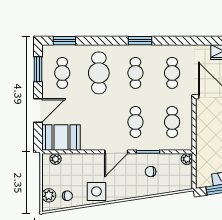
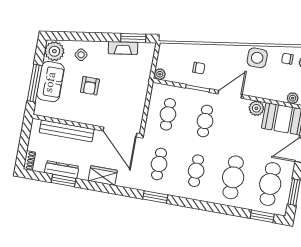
window: (140, 41) -> (155, 197), moved
cafe table: (62, 73) -> (270, 184), width x1.37, depth x1.35
plant: (89, 143) -> (256, 108), added

